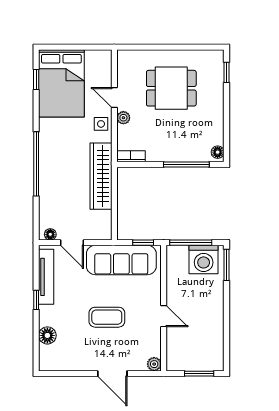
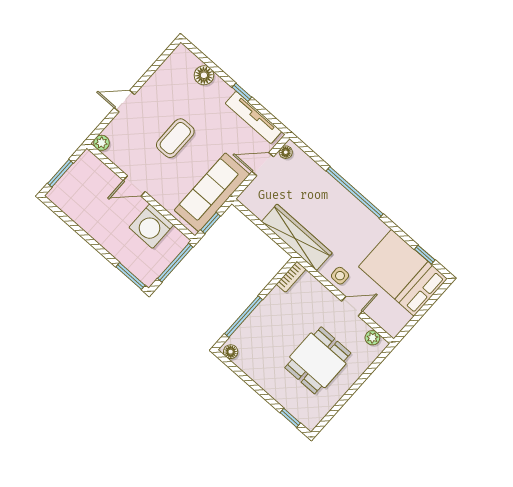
plant: (123, 118) -> (372, 338), moved
washing machine: (204, 260) -> (151, 226), moved, turned -90
door: (112, 374) -> (124, 101), width x0.73

